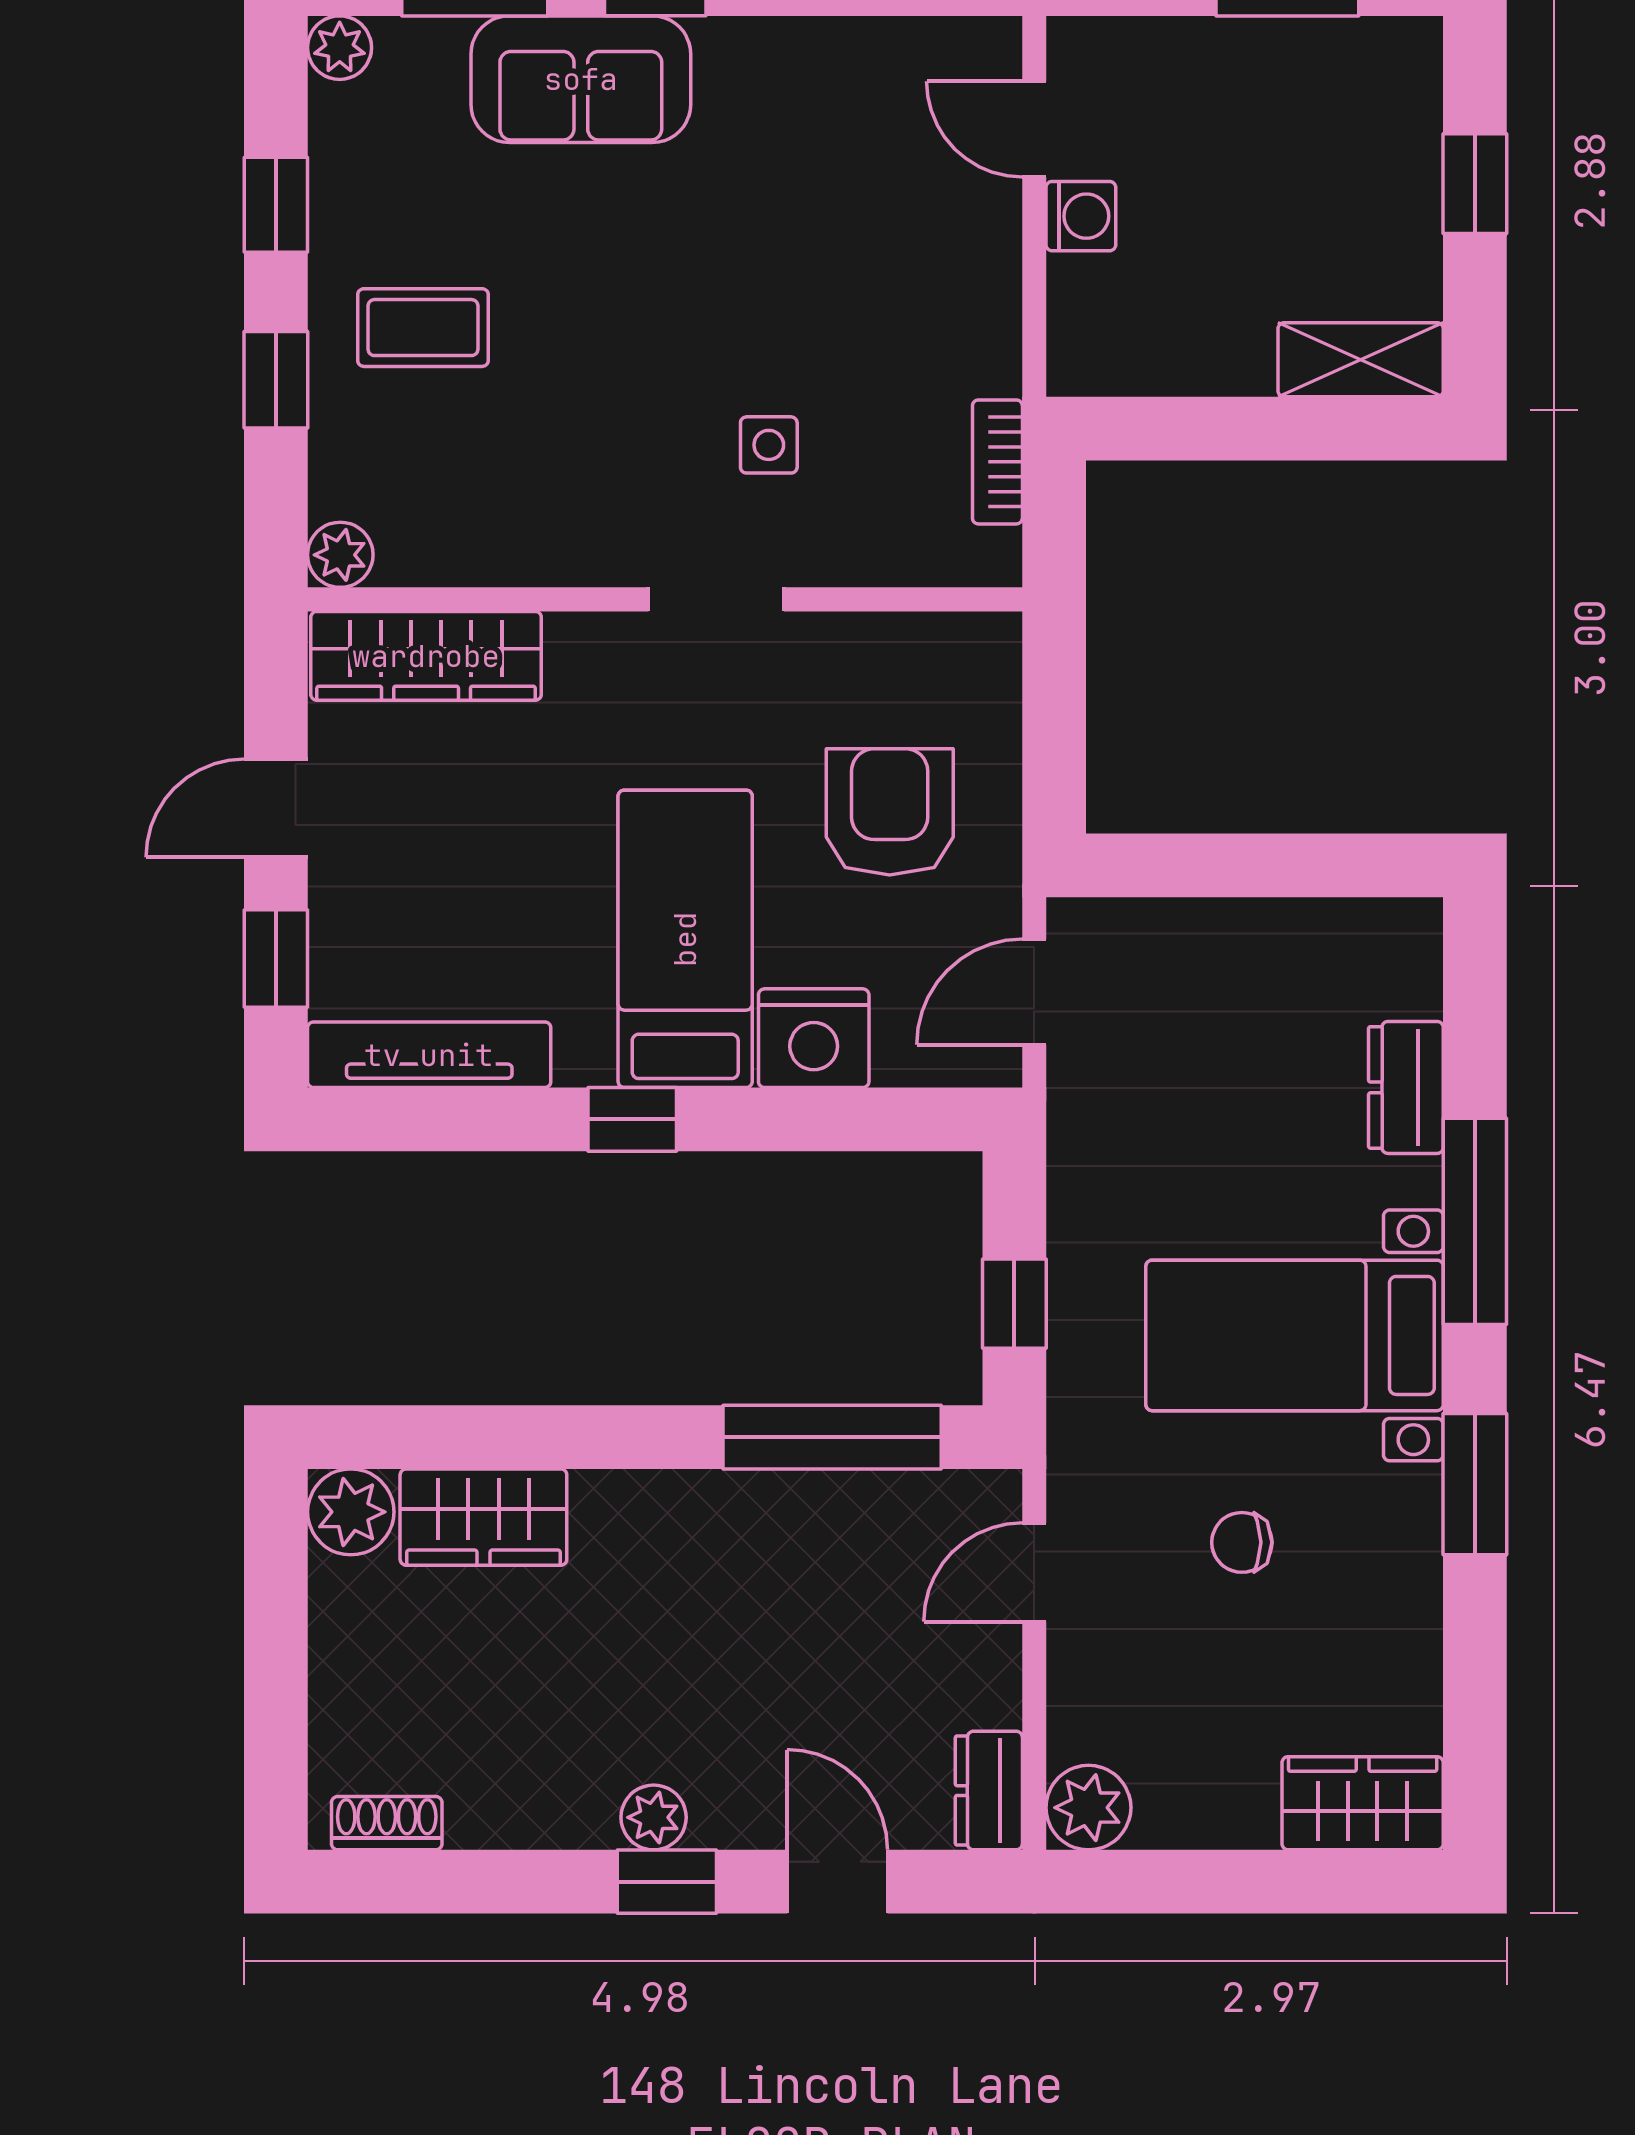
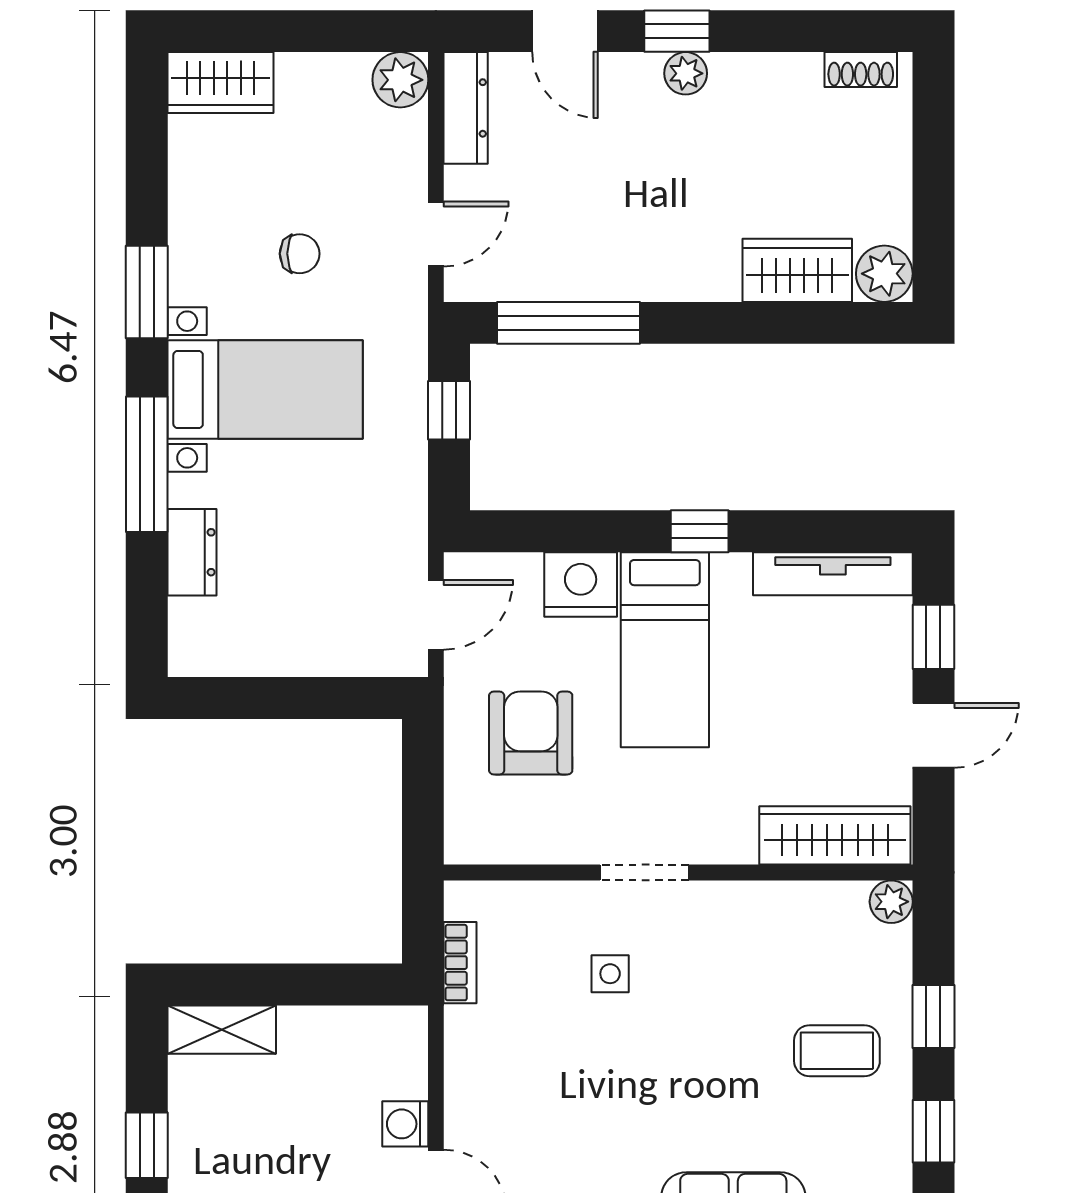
armchair: (890, 812) -> (531, 733), turned 180
dresser: (989, 1791) -> (466, 108), width x1.44

